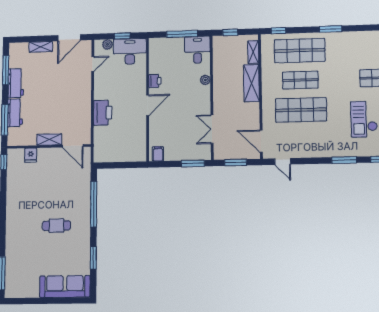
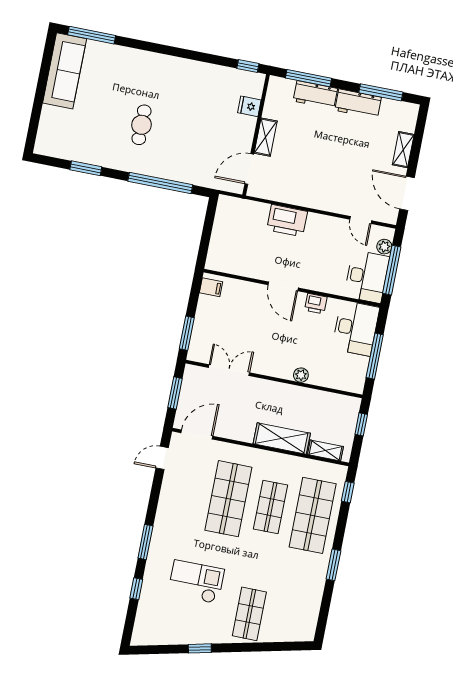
window: (122, 36) -> (392, 270), width x2.17
desk: (197, 50) -> (356, 328), moved, width x1.37
sofa: (65, 286) -> (65, 71), moved

